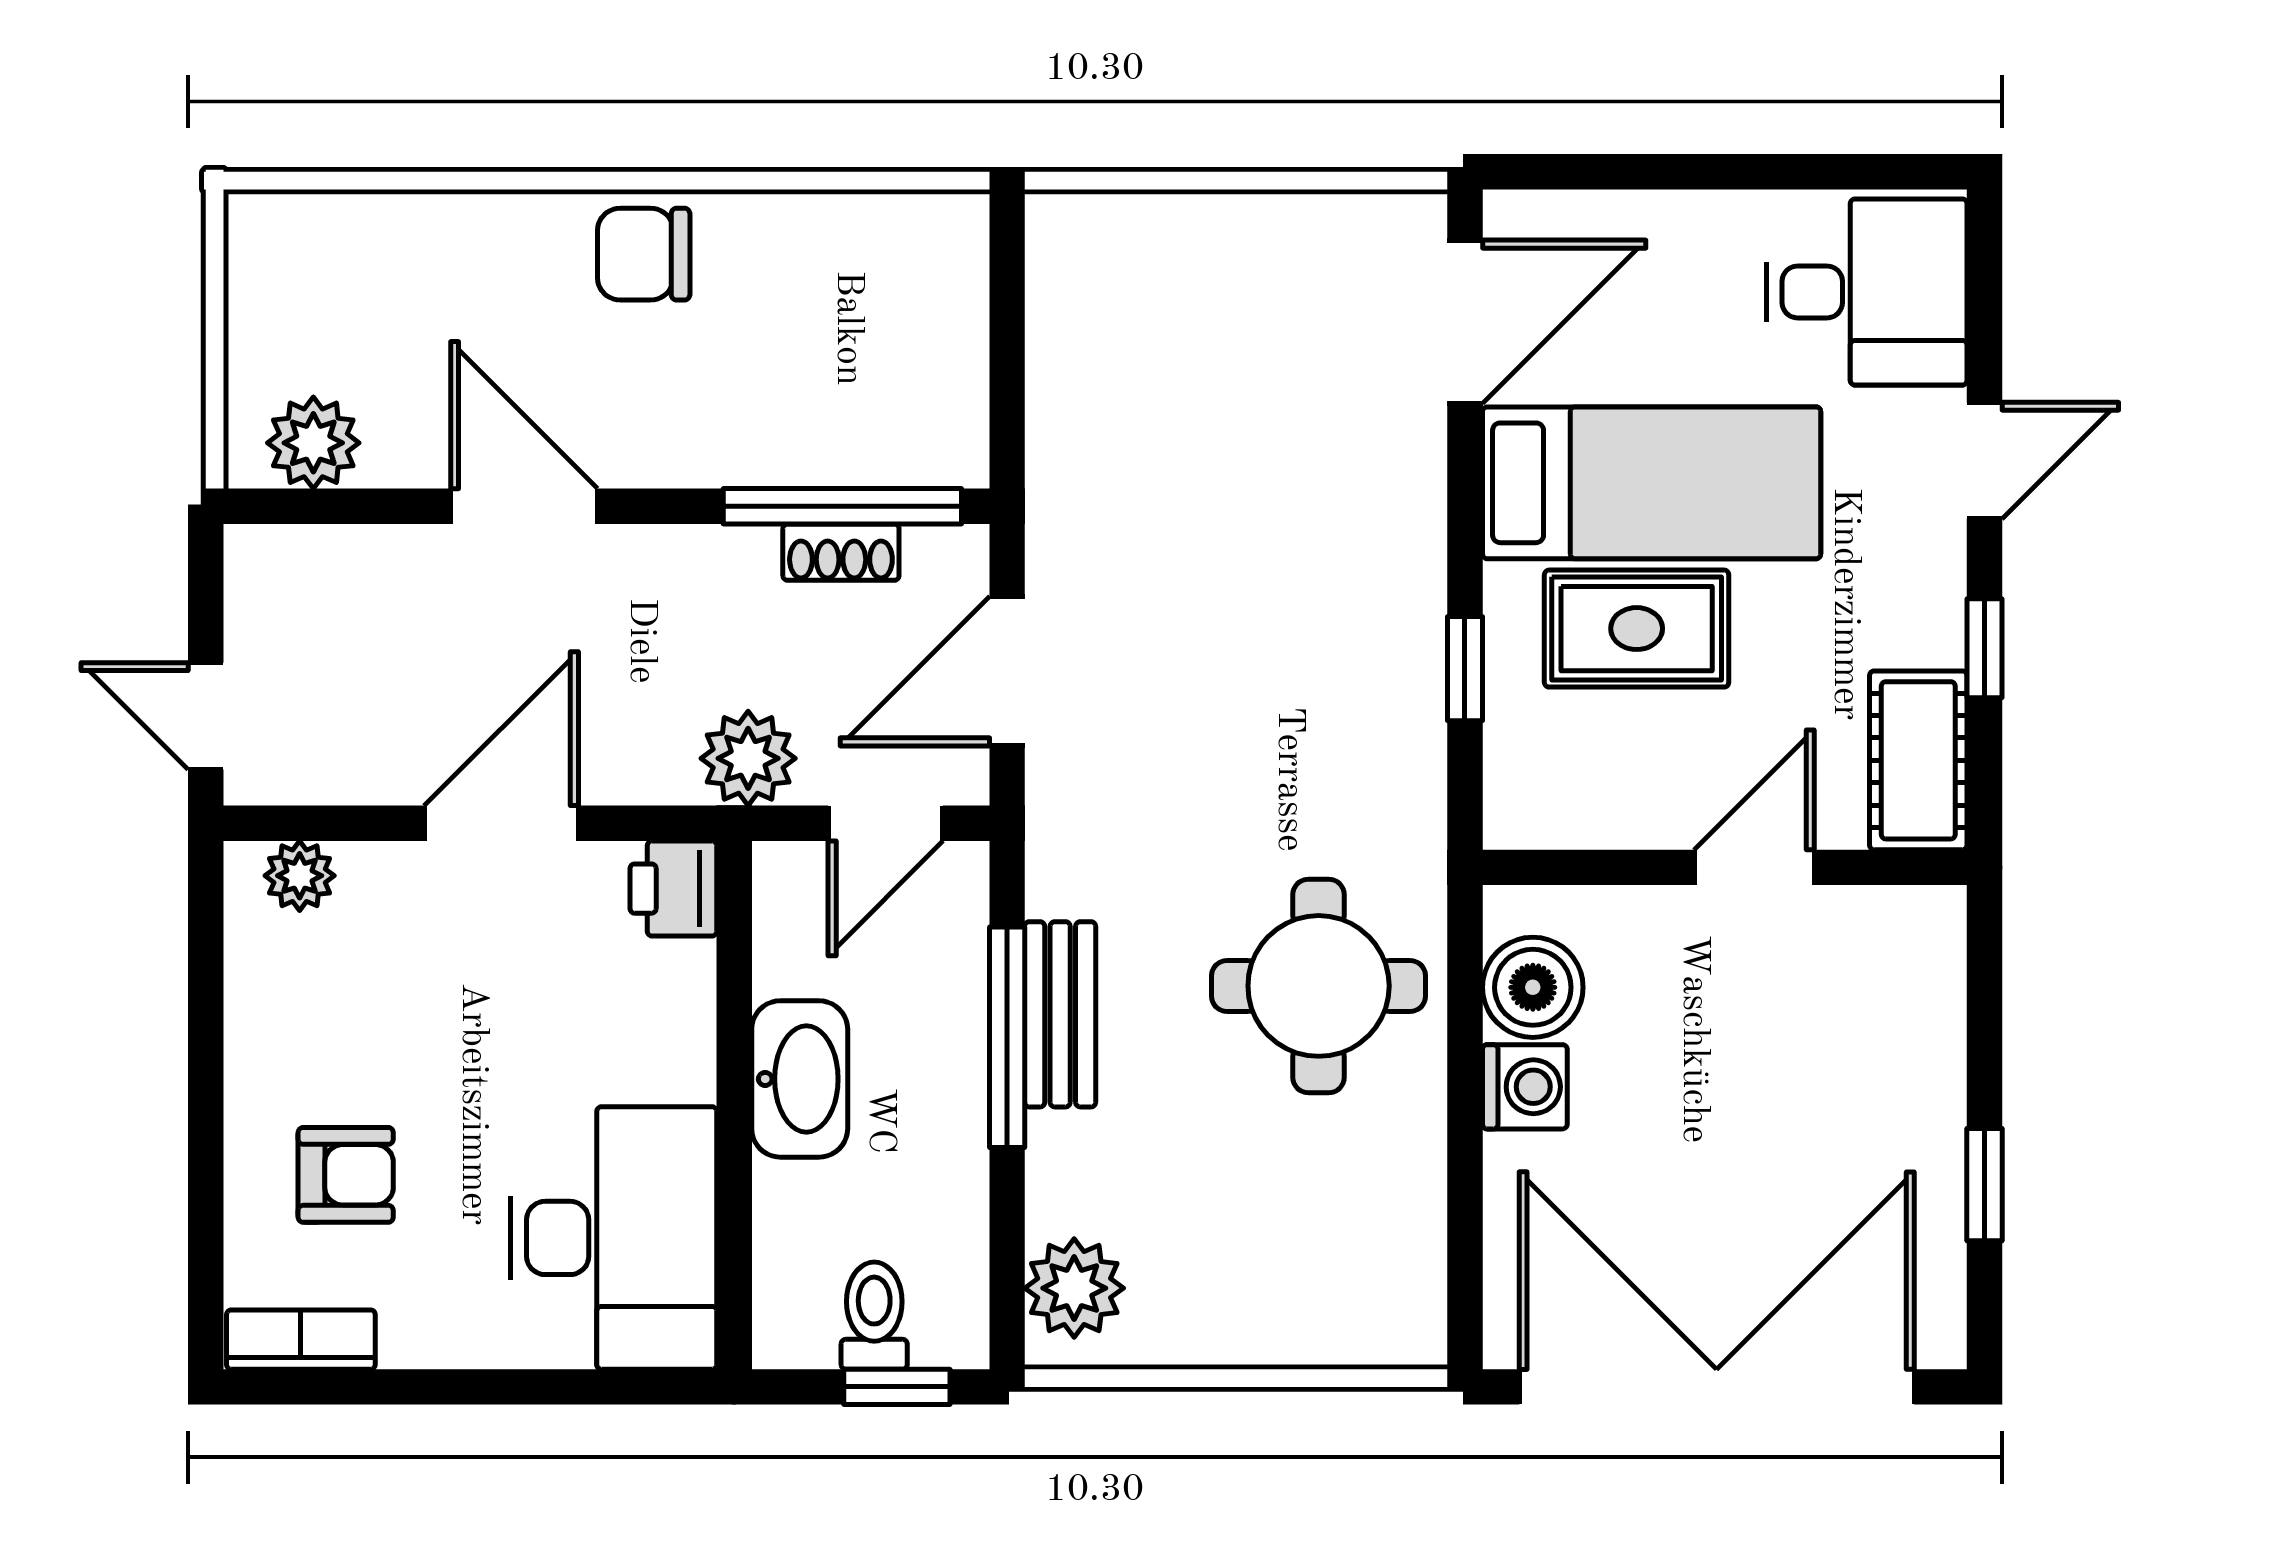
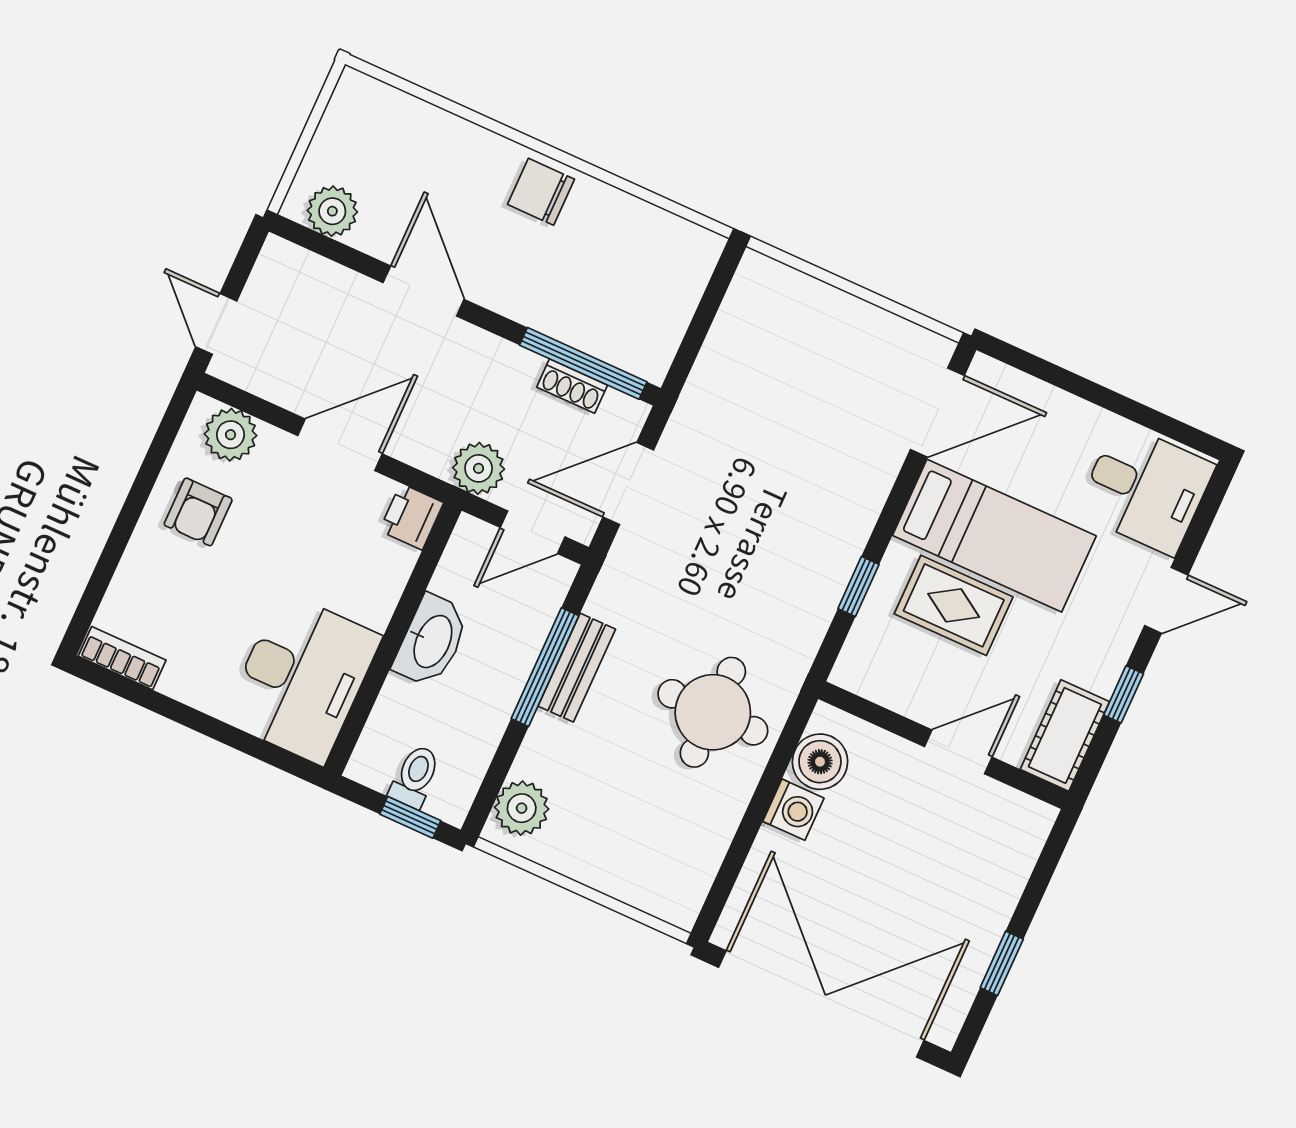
plant: (300, 876) -> (231, 435), width x1.38, depth x1.38
armchair: (346, 1175) -> (198, 512), moved, turned 90

